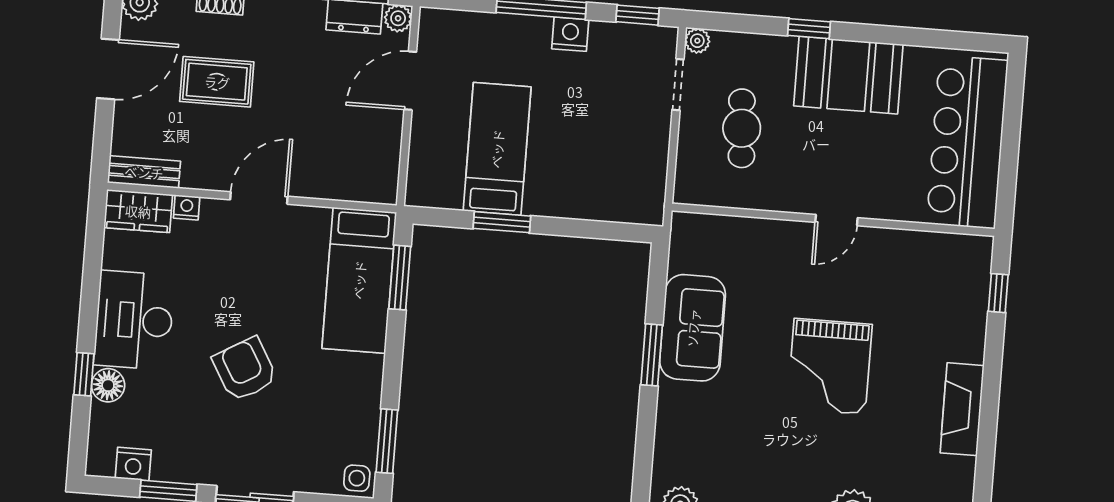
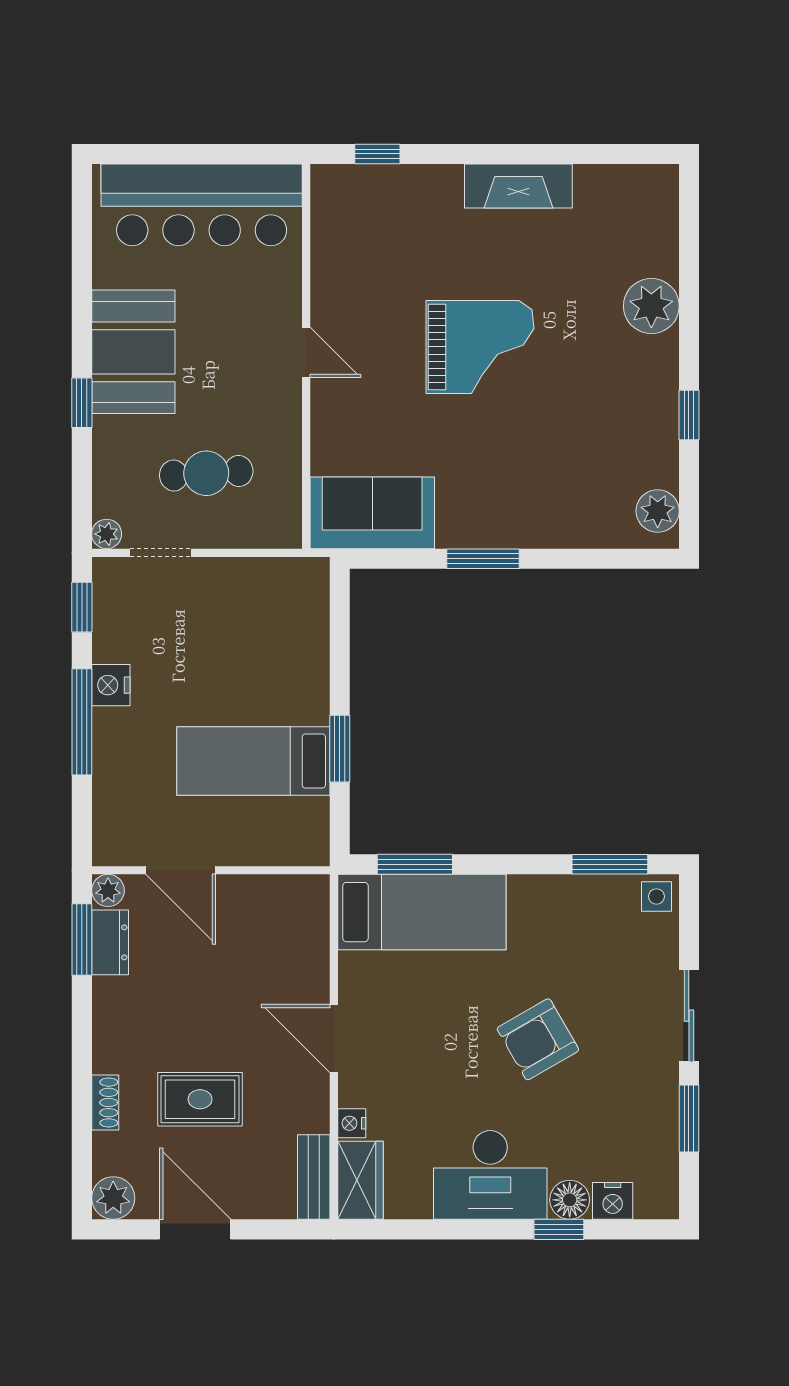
rug: (217, 82) -> (200, 1099), turned 90
sofa: (693, 328) -> (372, 513), moved
nightstand: (133, 464) -> (613, 1201), moved, turned 90

